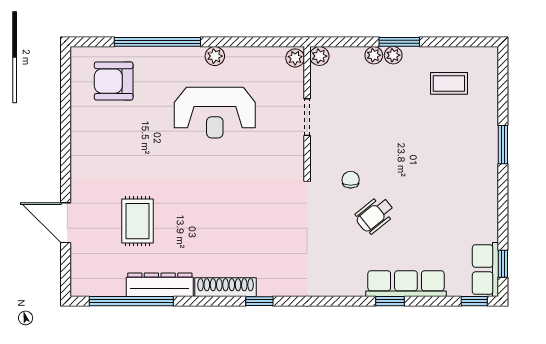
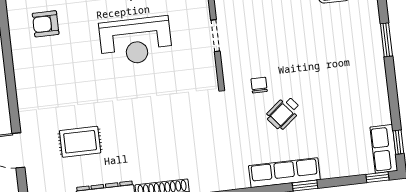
armchair: (114, 81) -> (46, 24), width x0.72, depth x0.72
rug: (138, 221) -> (80, 142), turned 90
row of seats: (406, 284) -> (284, 173), moved

